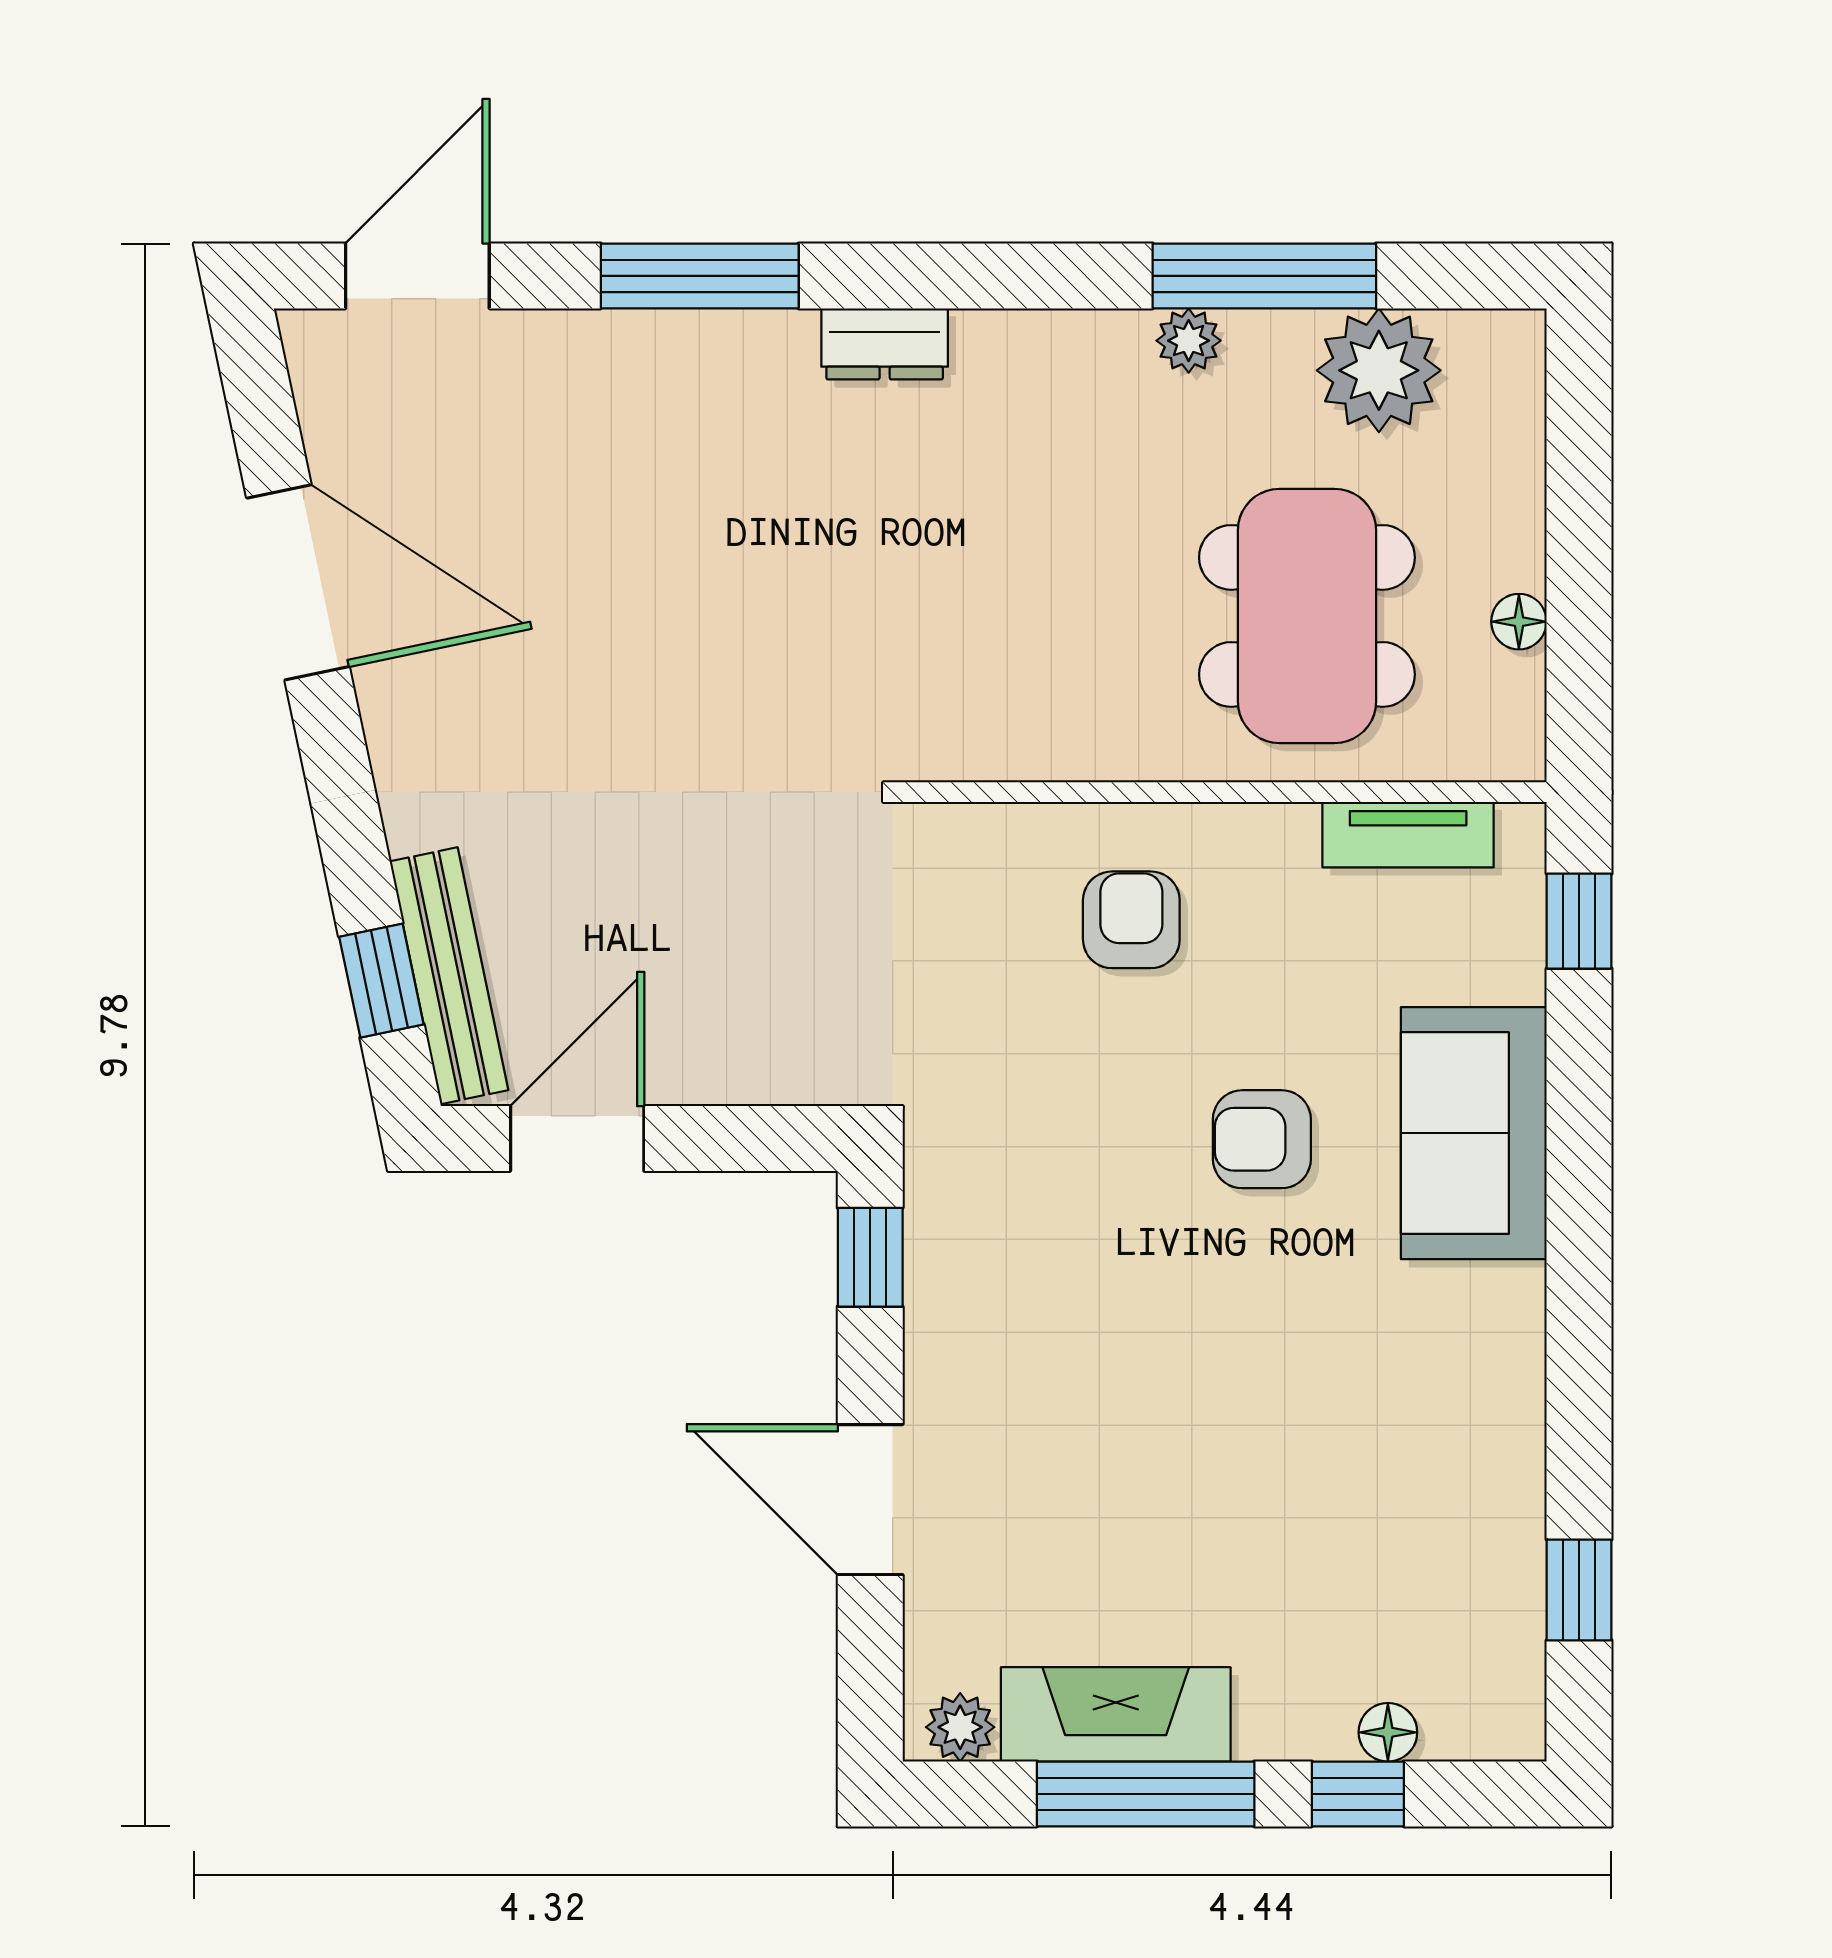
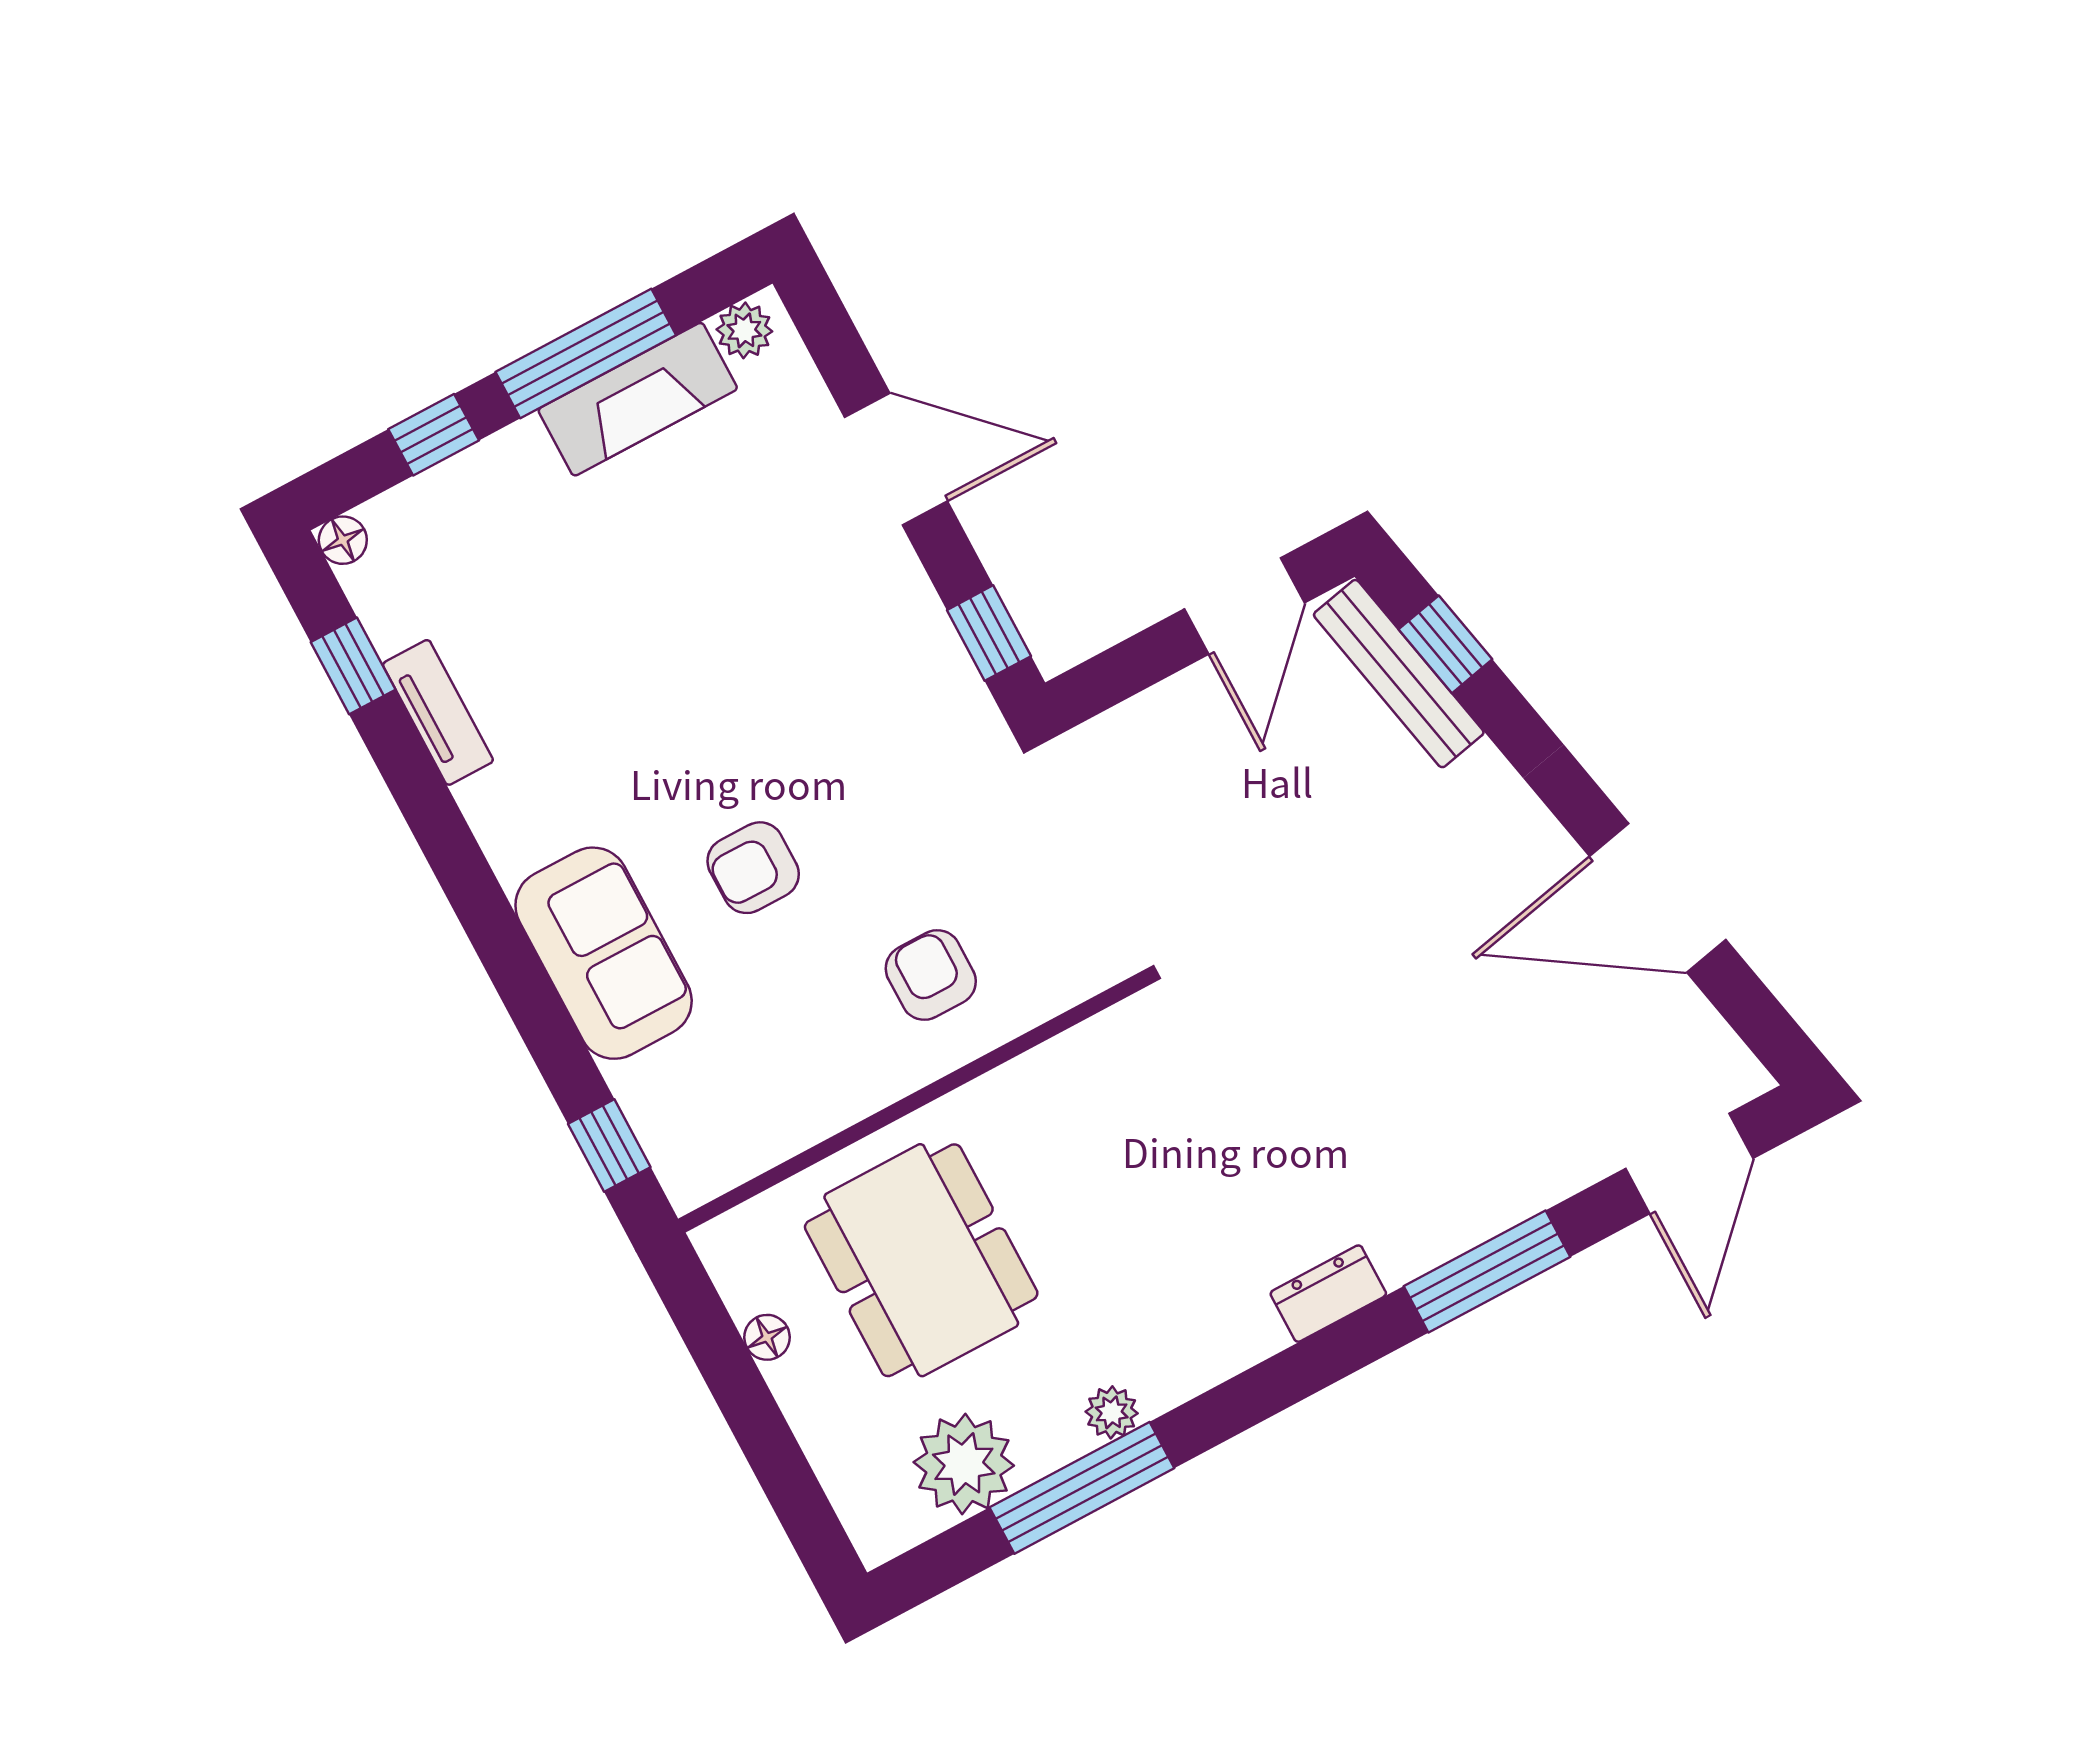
tv unit: (1408, 835) -> (438, 712), moved, turned 90
armchair: (1131, 920) -> (931, 975), turned 180
armchair: (1262, 1139) -> (753, 868), turned 180
floor lamp: (1388, 1732) -> (343, 540), moved

